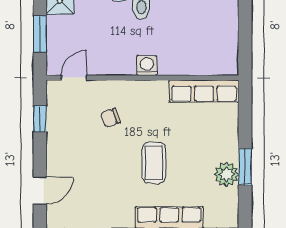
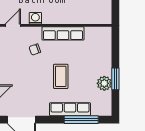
washing machine: (147, 66) -> (35, 18), moved
row of seats: (204, 91) -> (63, 33), moved

